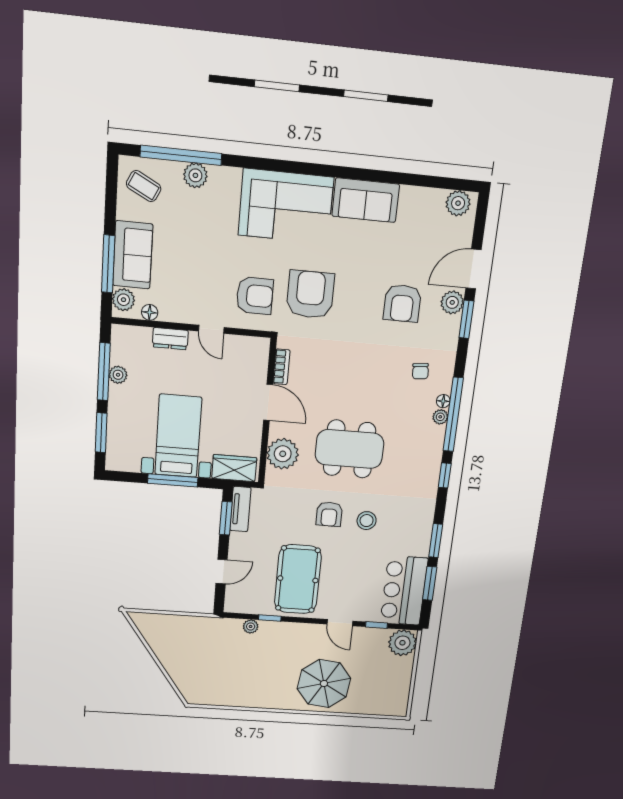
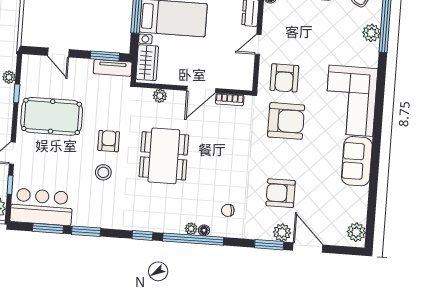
plant: (283, 454) -> (160, 96), width x0.53, depth x0.53
armchair: (329, 514) -> (109, 141), turned 90

